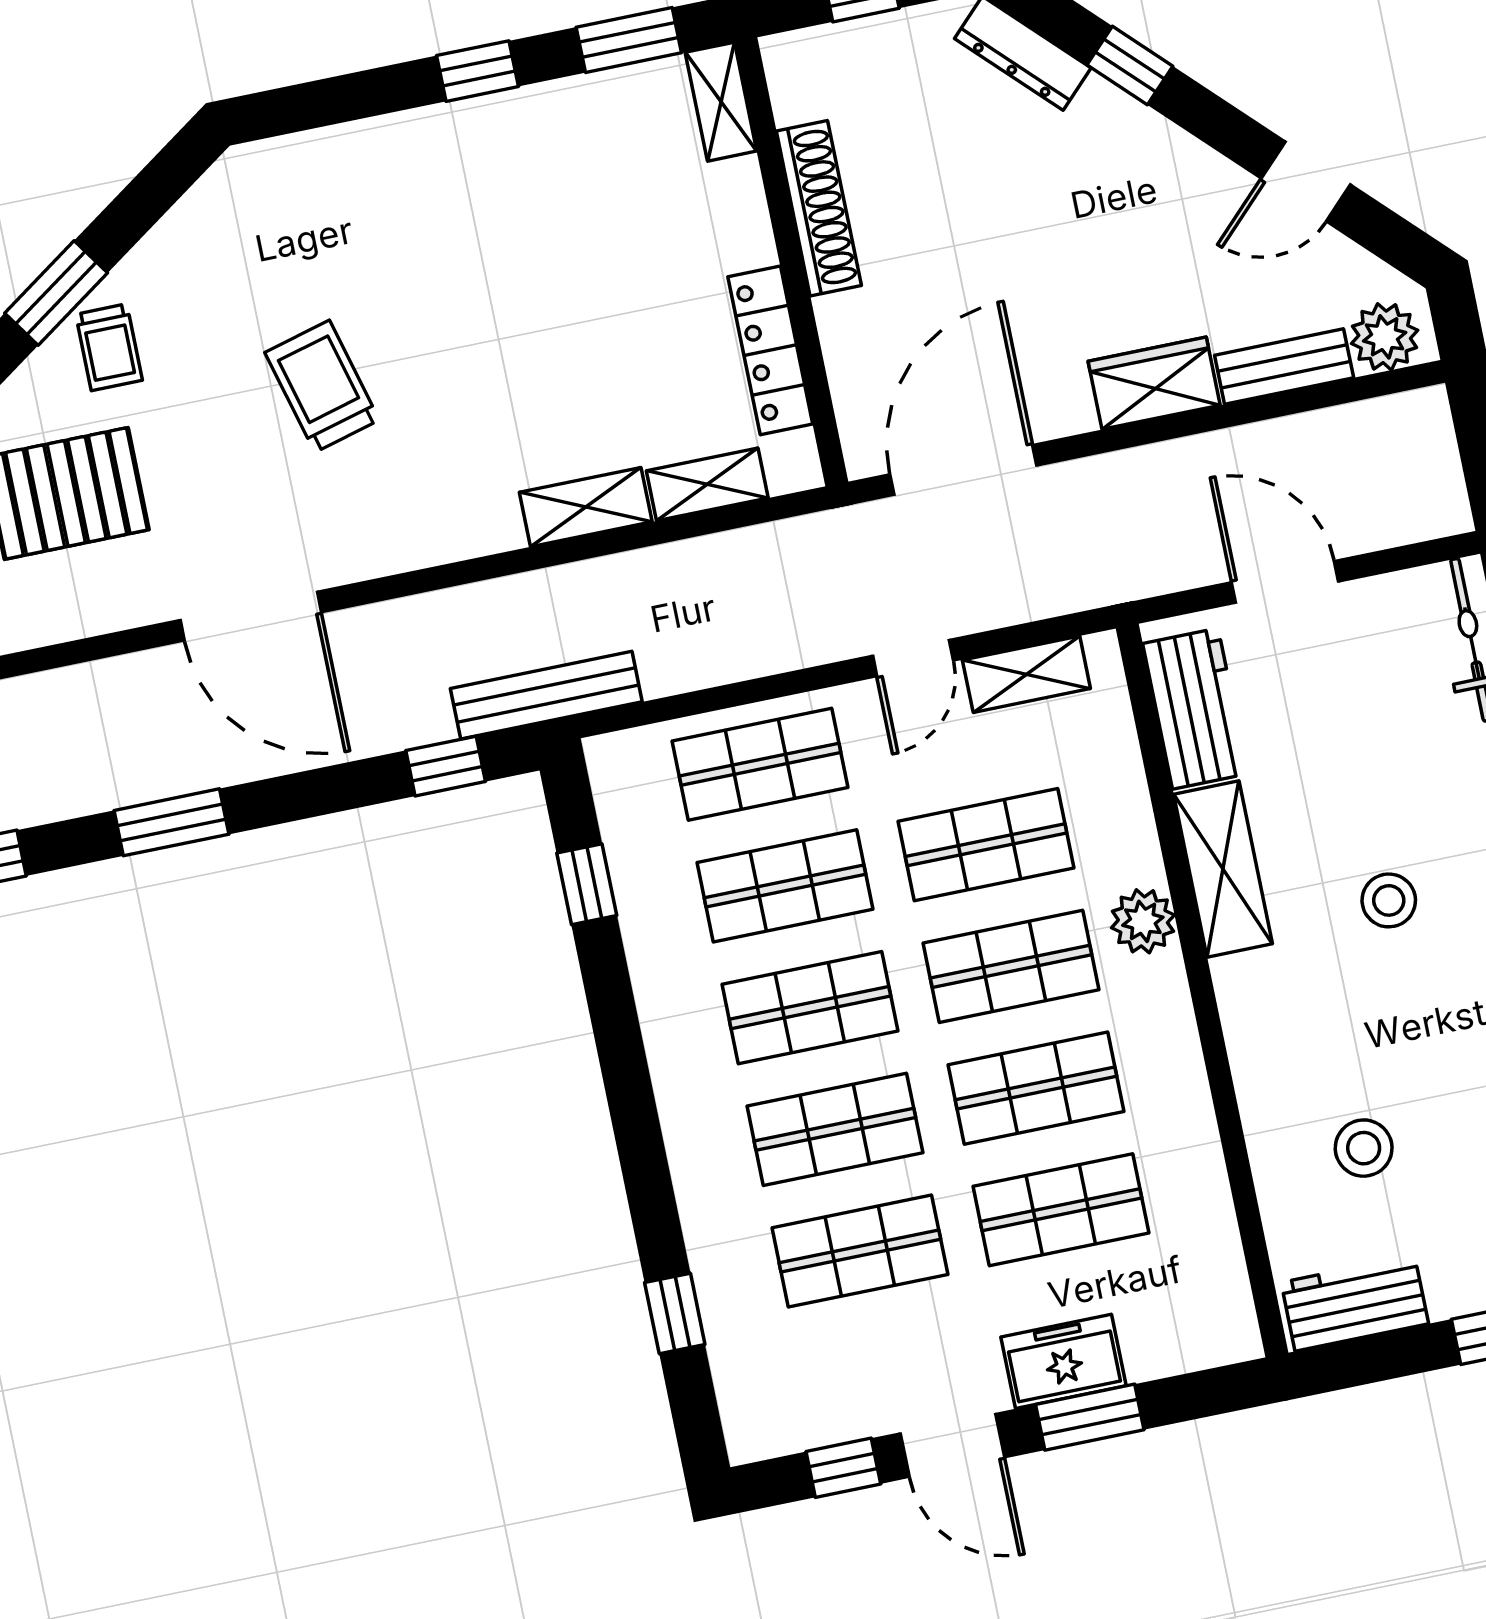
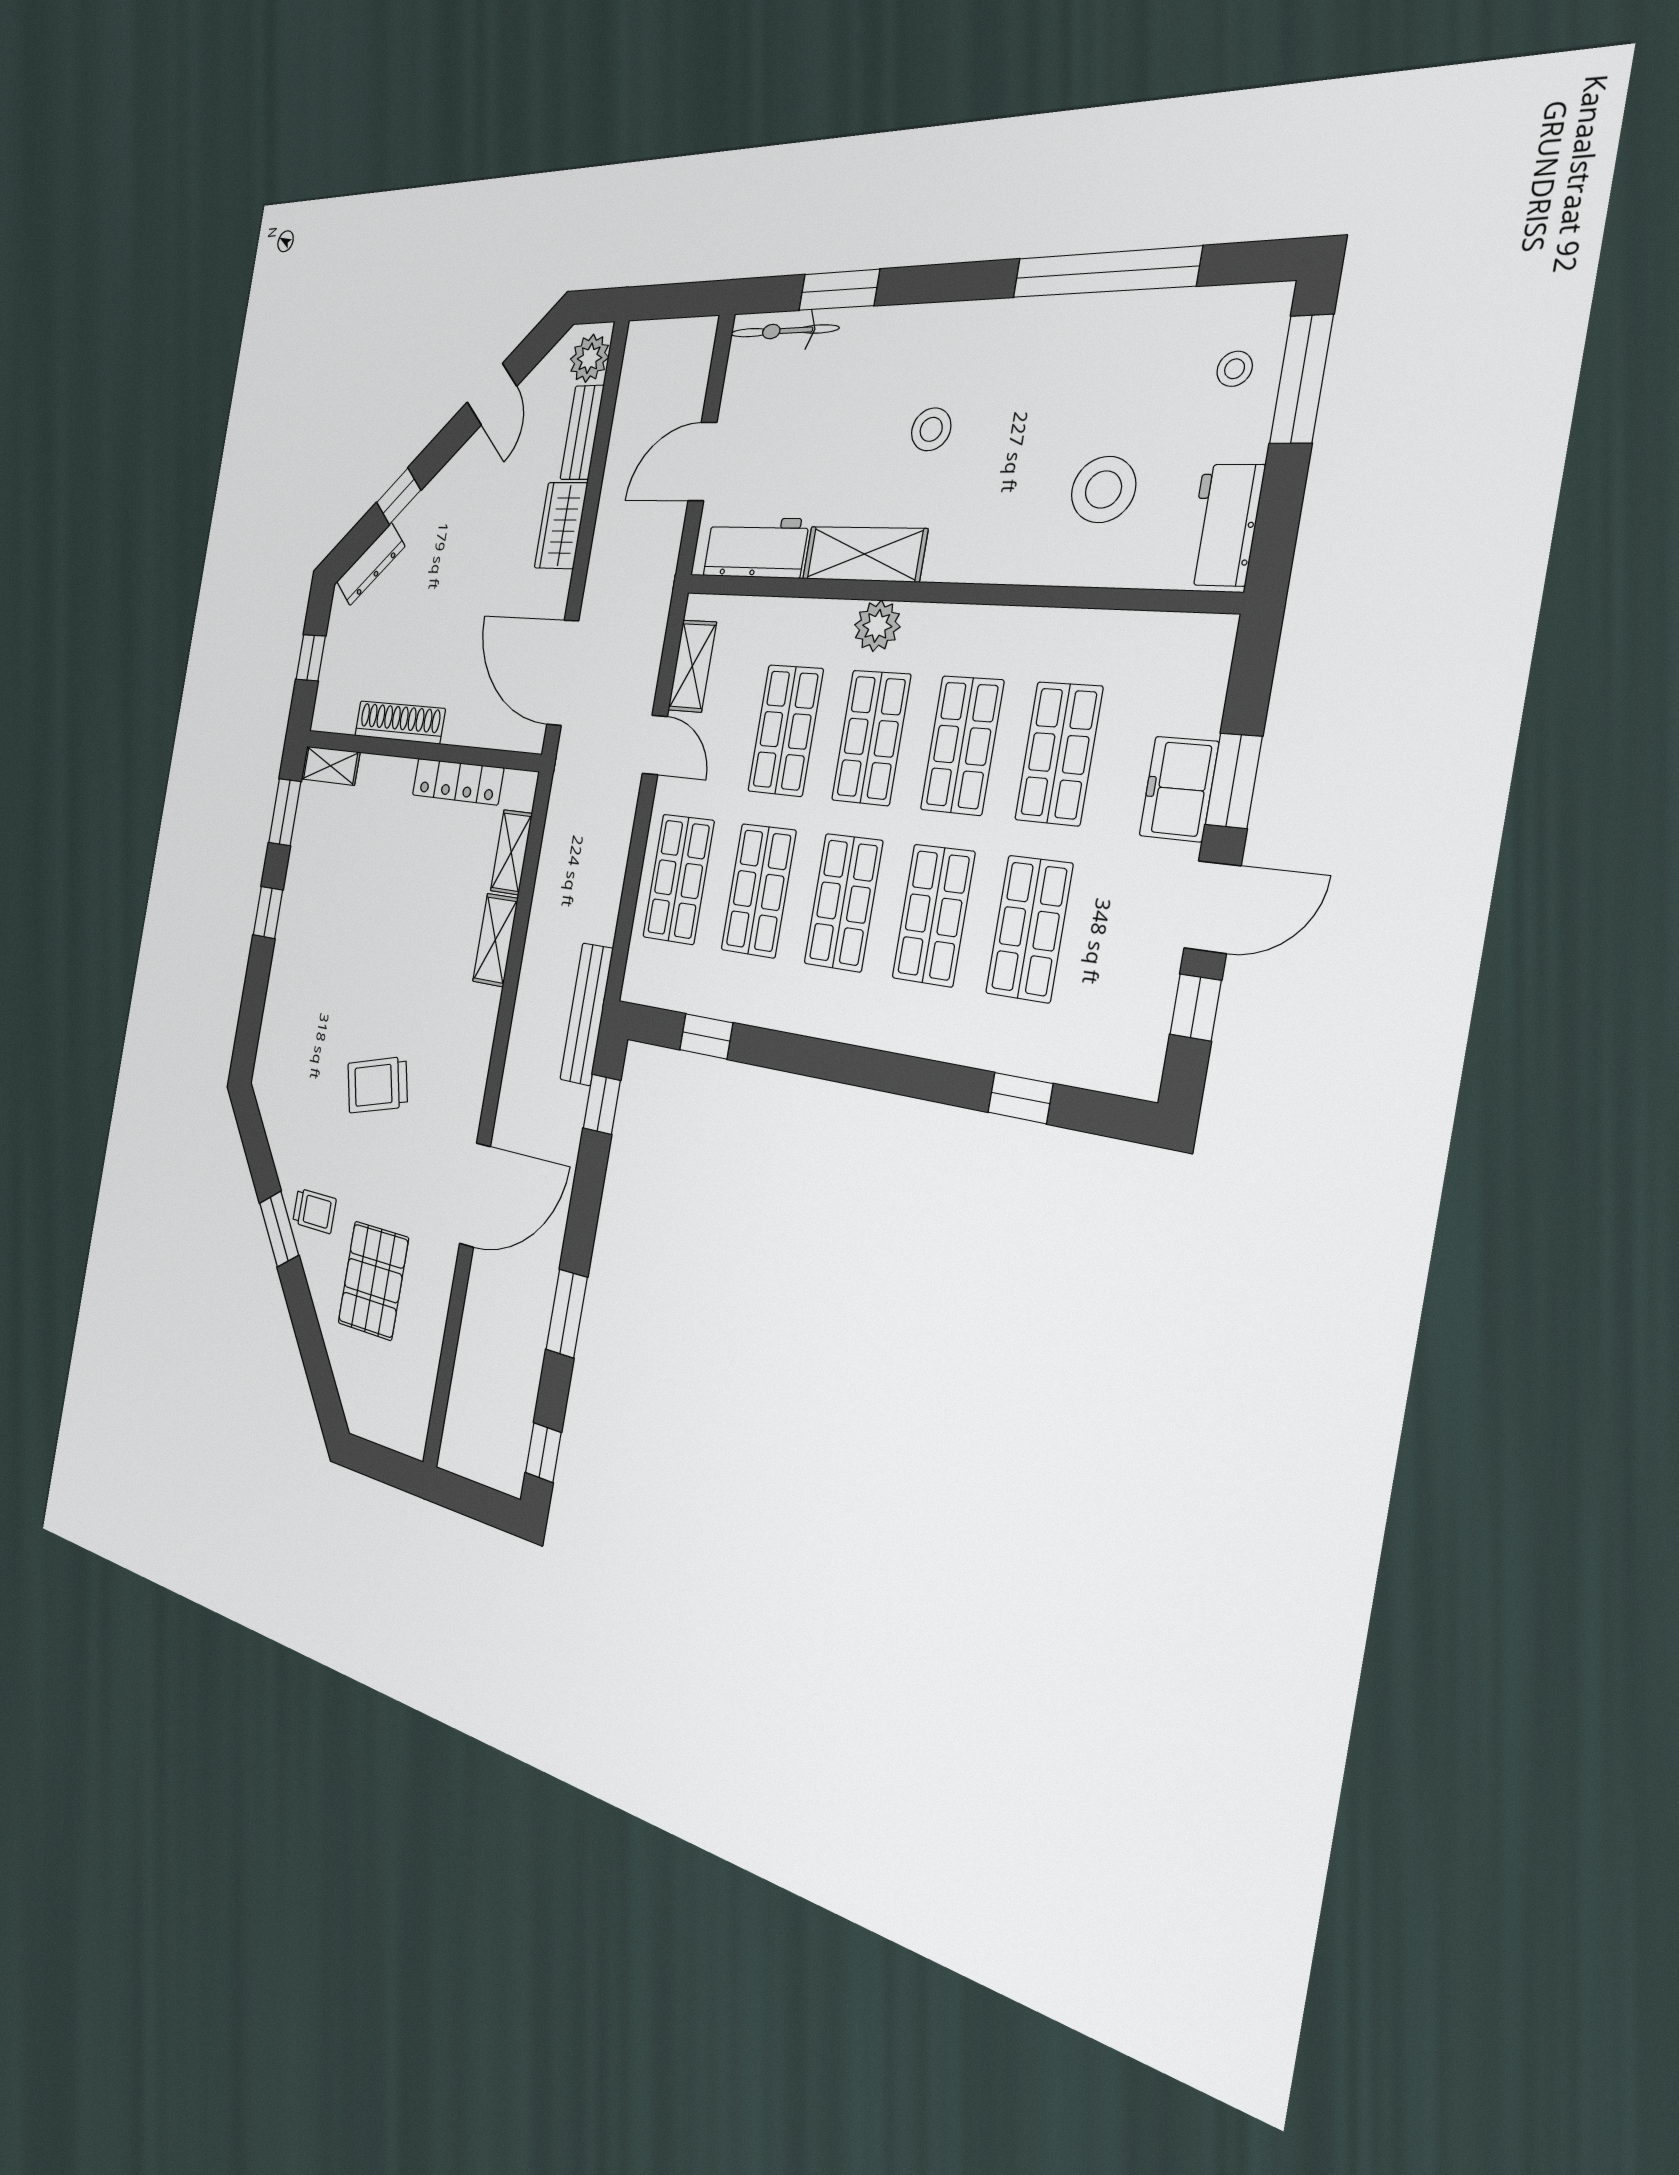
stool: (1364, 1148) -> (1103, 489), width x1.38, depth x1.38

